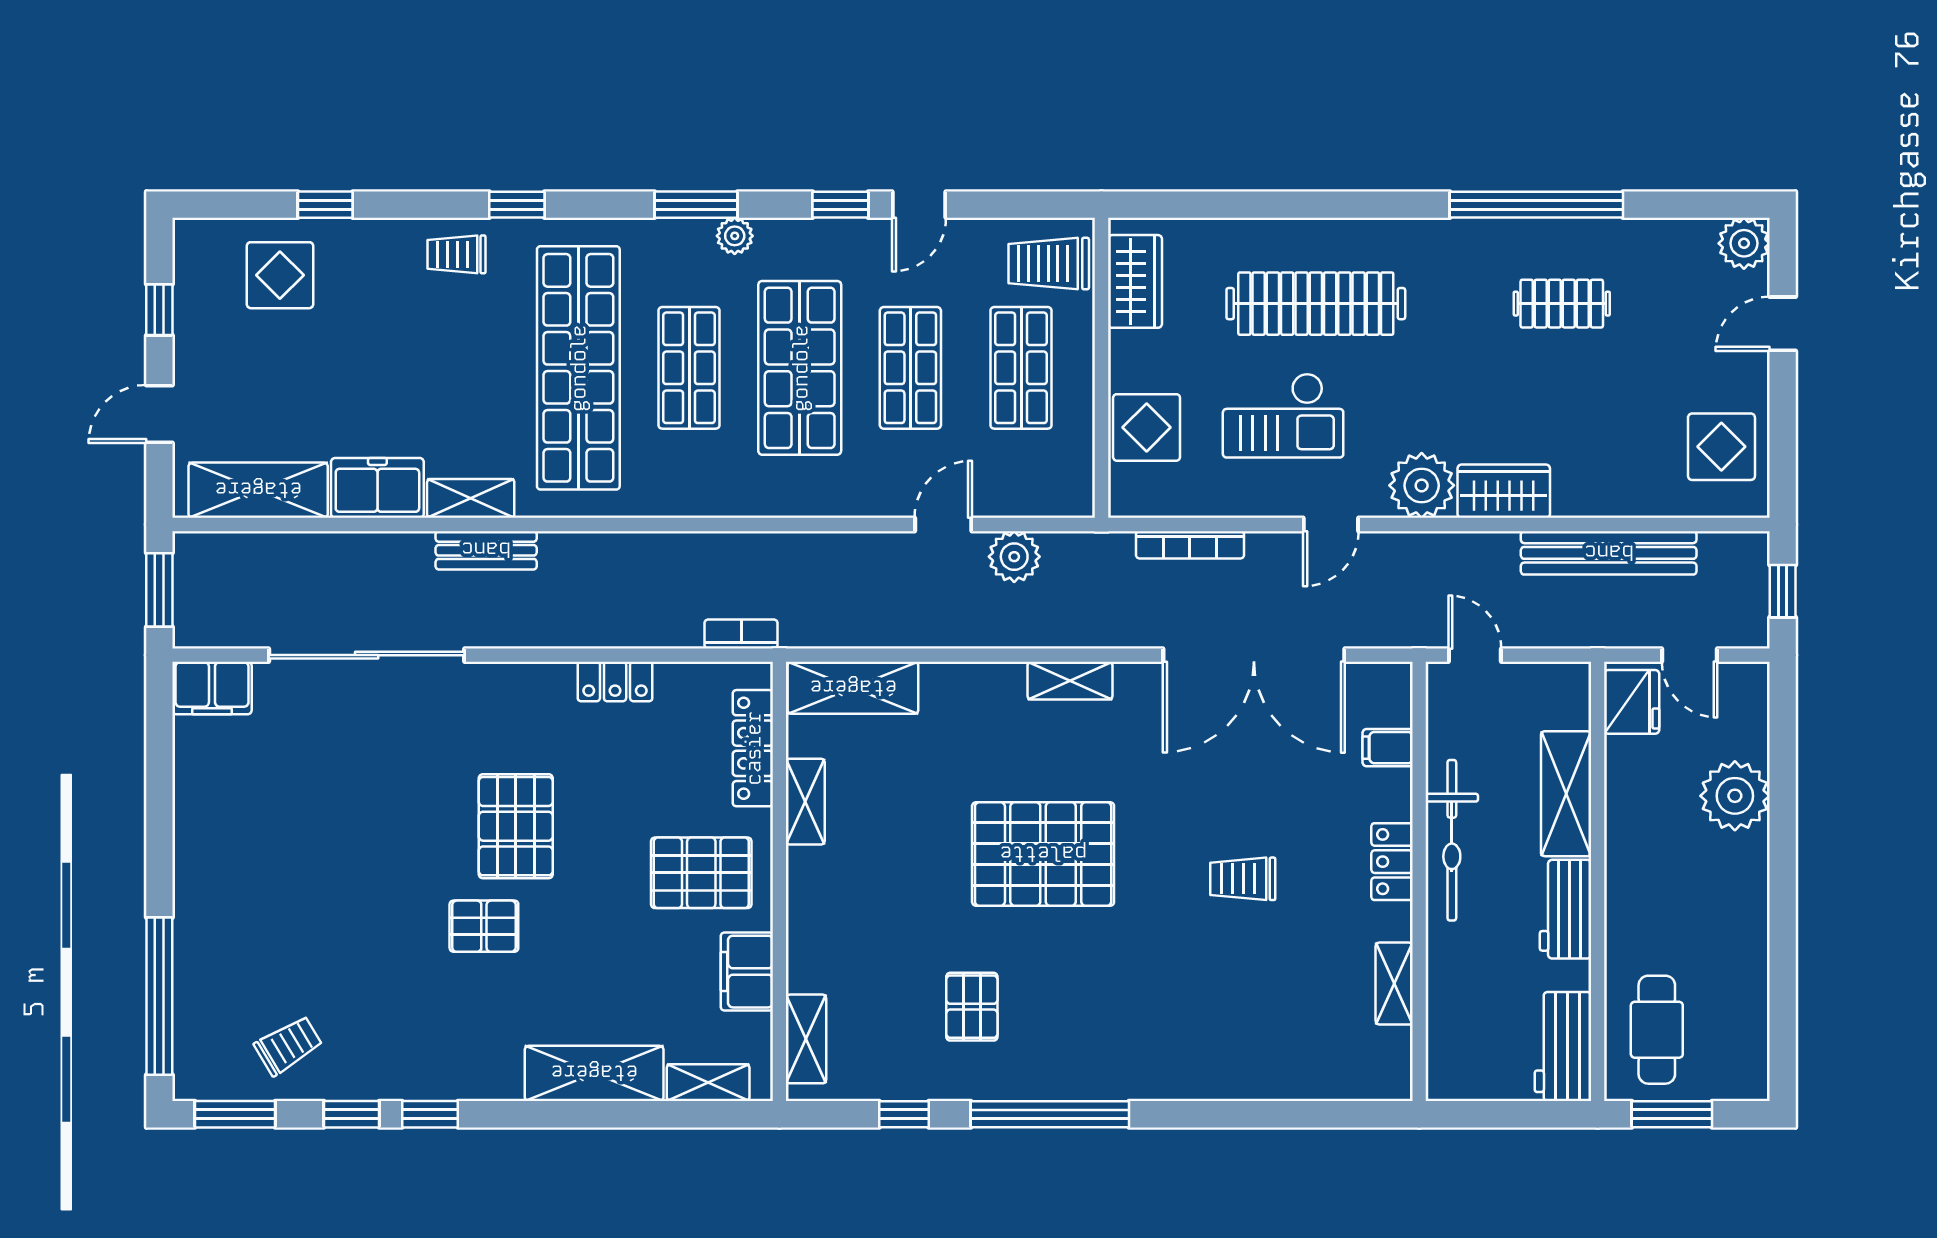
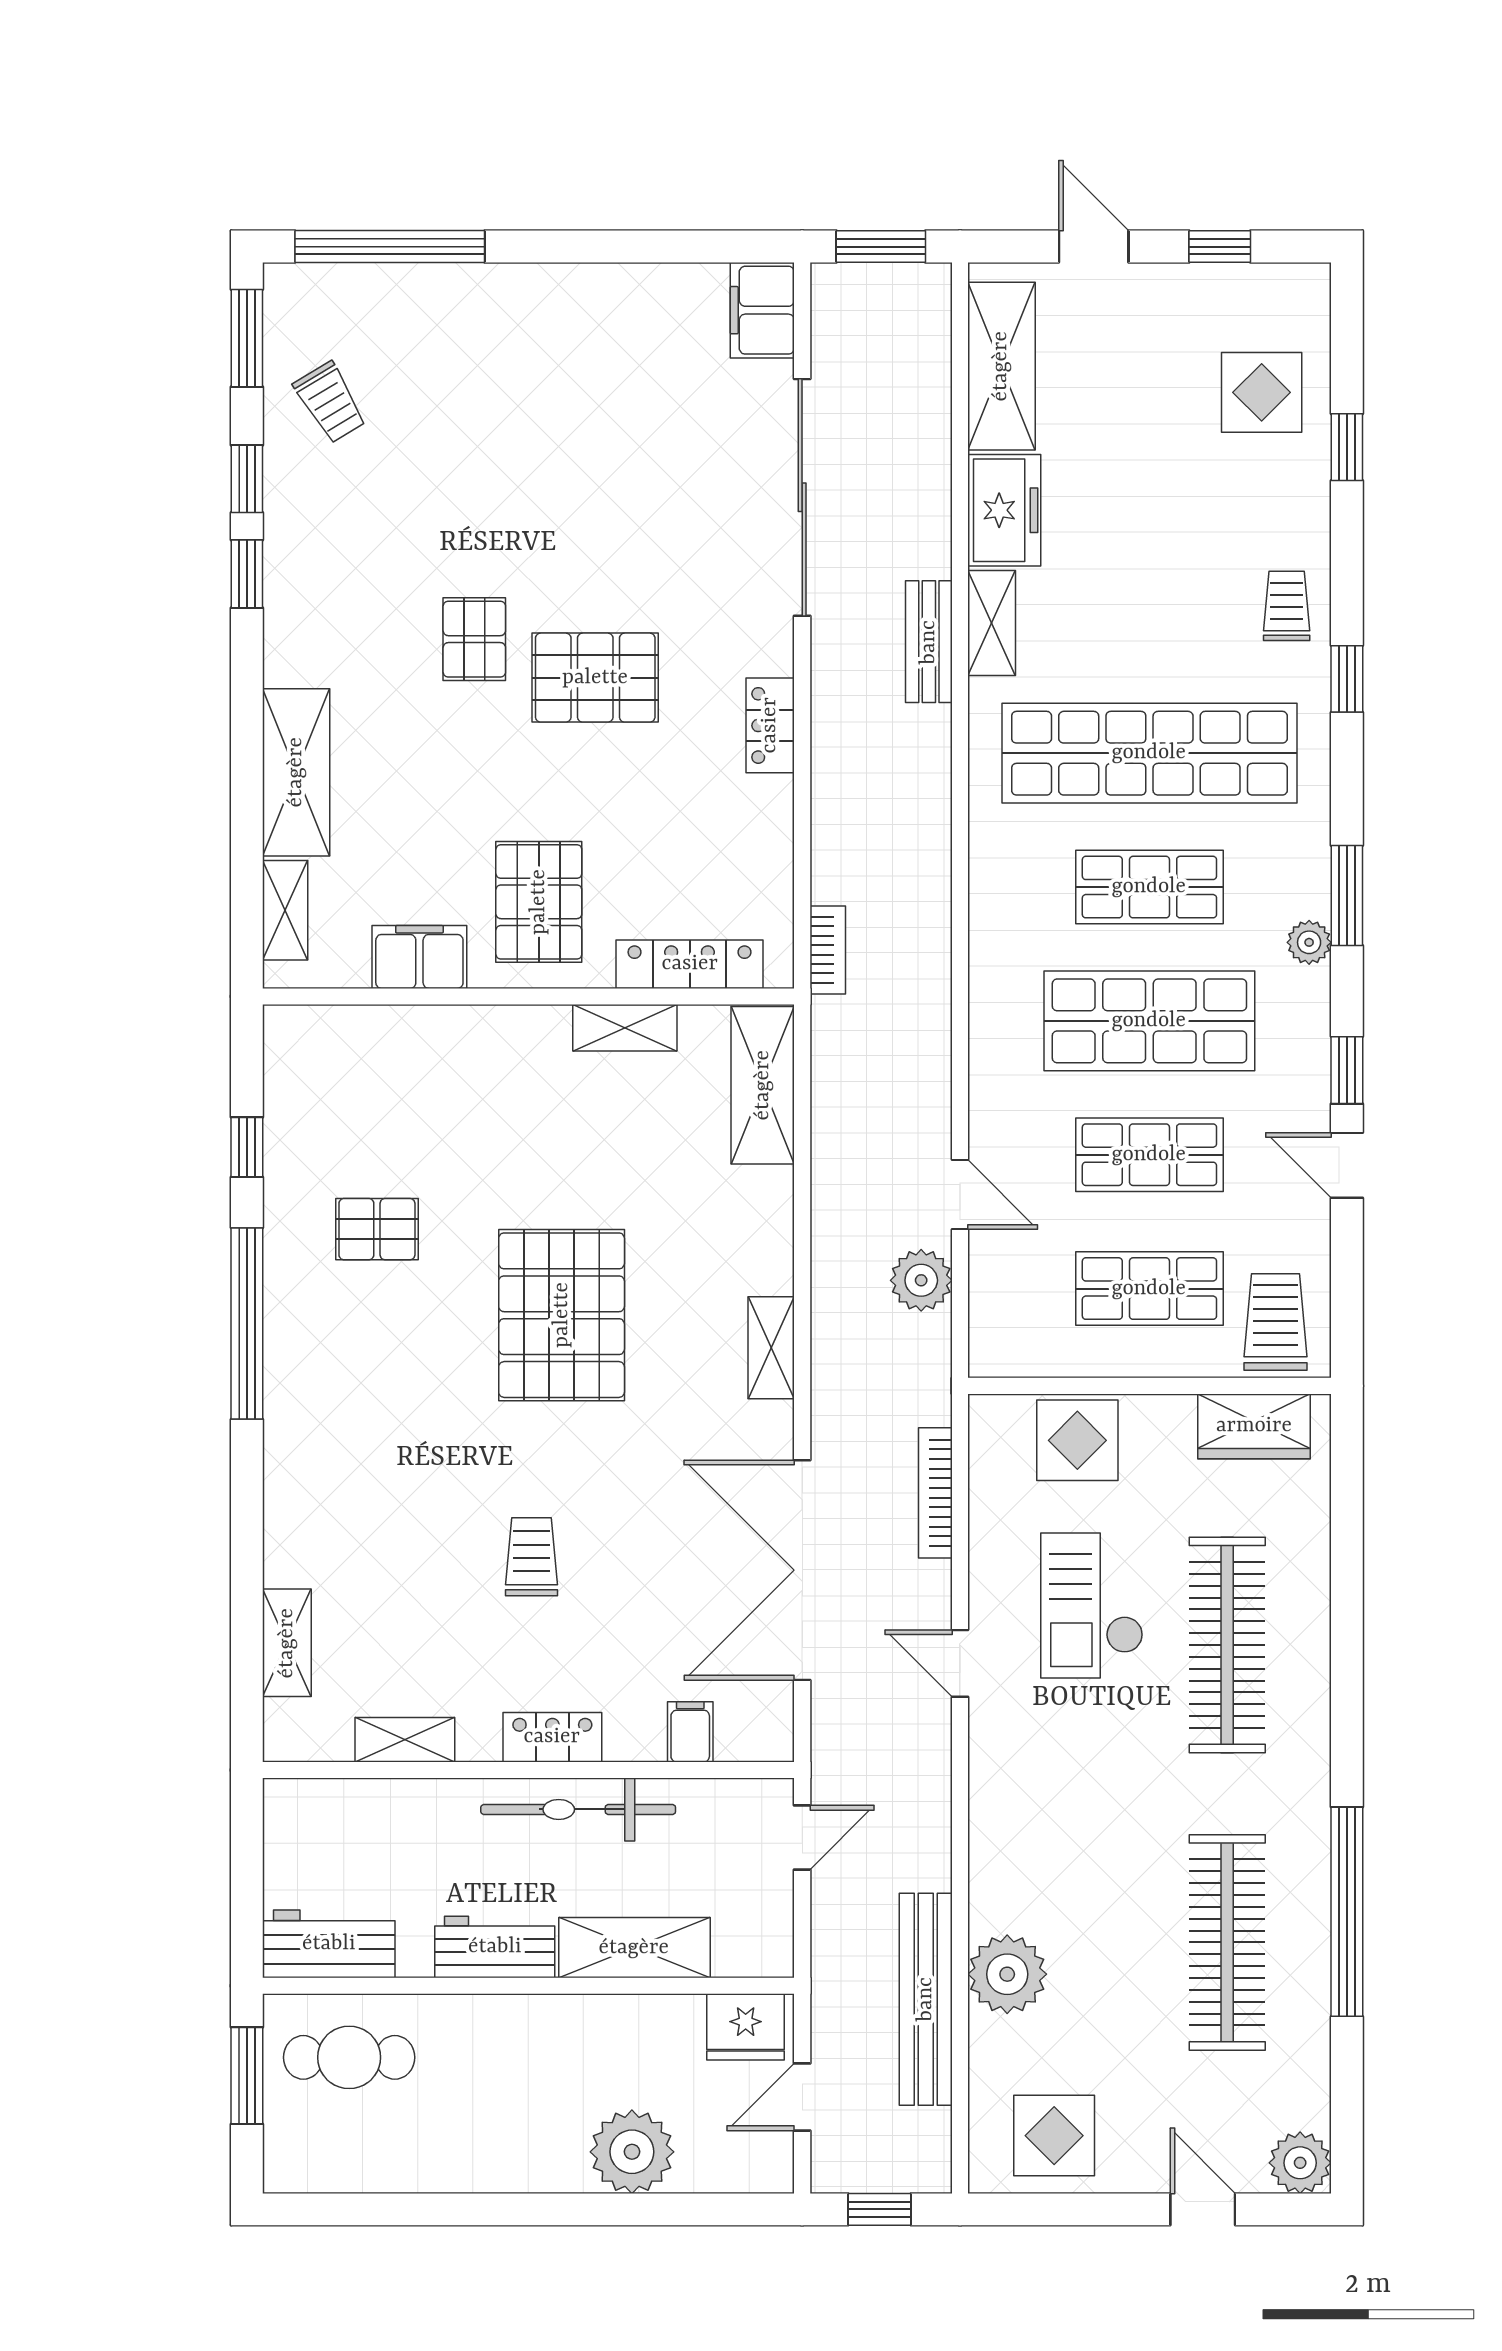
clothes rail: (1562, 304) -> (1227, 1942), width x1.86, depth x1.31
plant: (1422, 485) -> (1007, 1974), moved
wardrobe: (1504, 491) -> (1000, 1872), removed
locker: (615, 681) -> (770, 725), moved
shelving: (806, 1039) -> (287, 1643), moved, turned 90

